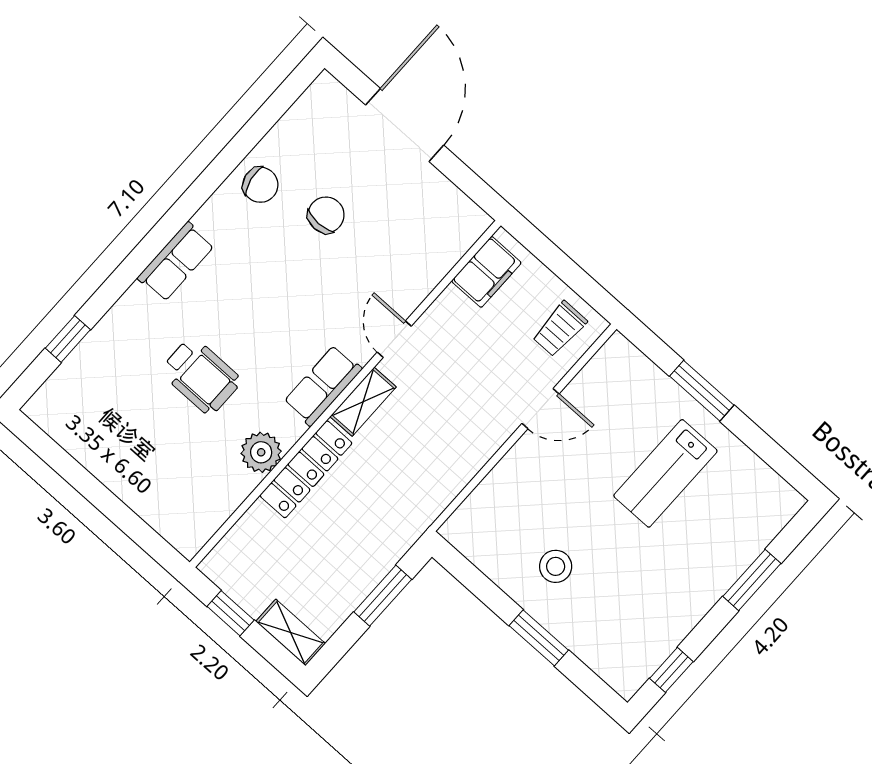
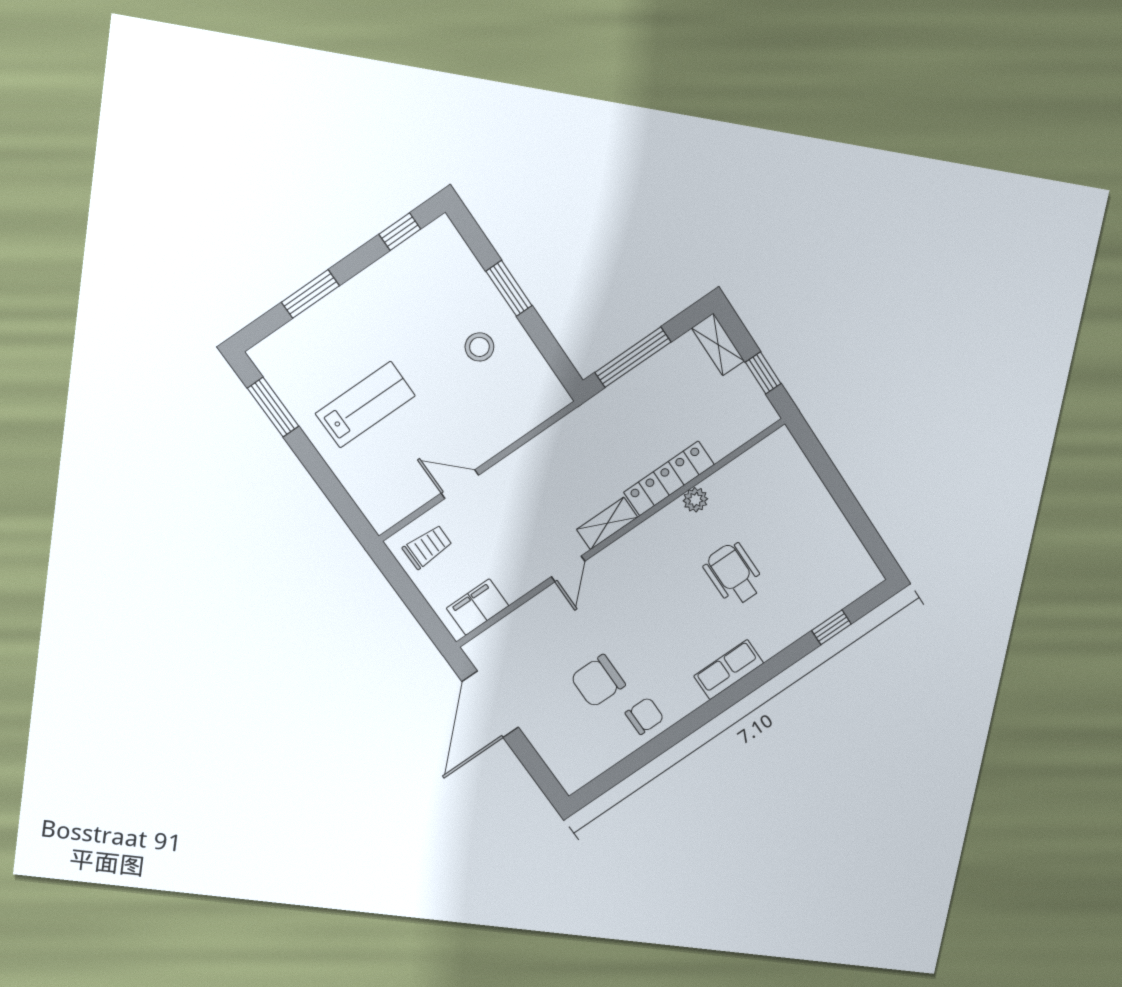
door: (405, 125) -> (490, 704), moved
chair: (260, 185) -> (645, 716), turned 101
chair: (326, 215) -> (598, 681), width x1.37, depth x1.37
row of seats: (323, 386) -> (637, 544), removed
window: (702, 391) -> (273, 407), moved
plant: (261, 452) -> (695, 500), width x0.73, depth x0.73
window: (383, 596) -> (633, 357), width x1.44

